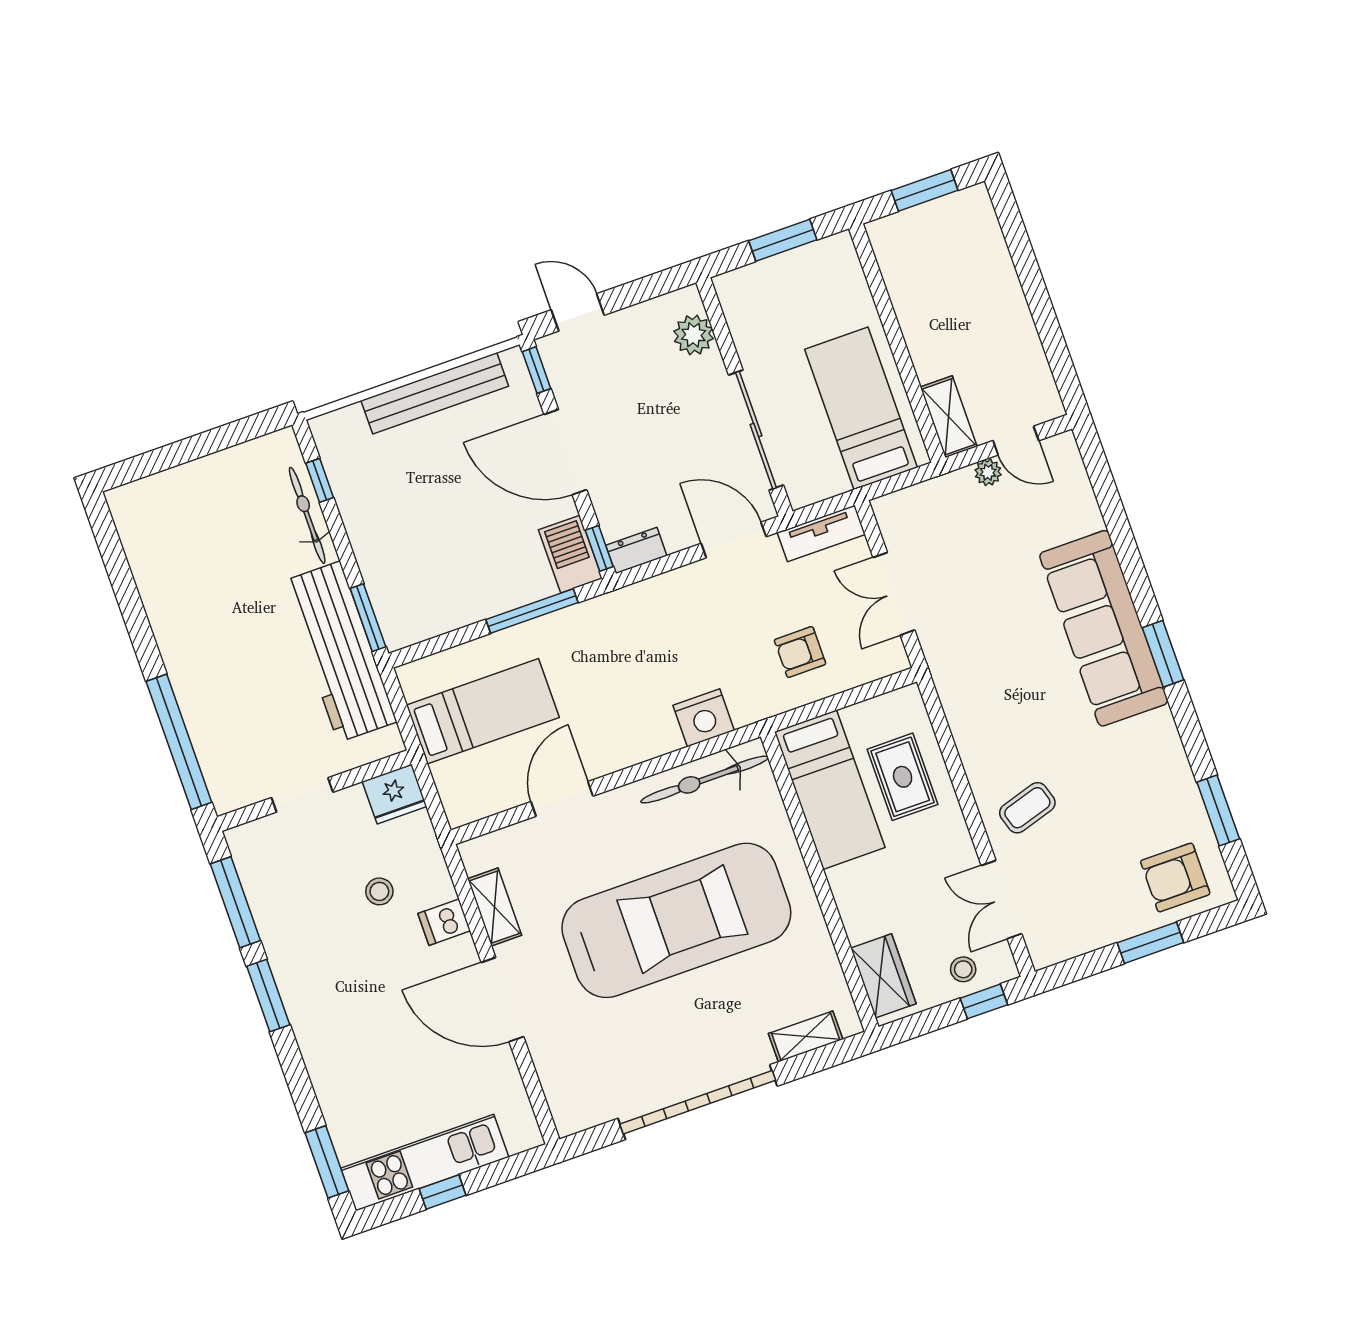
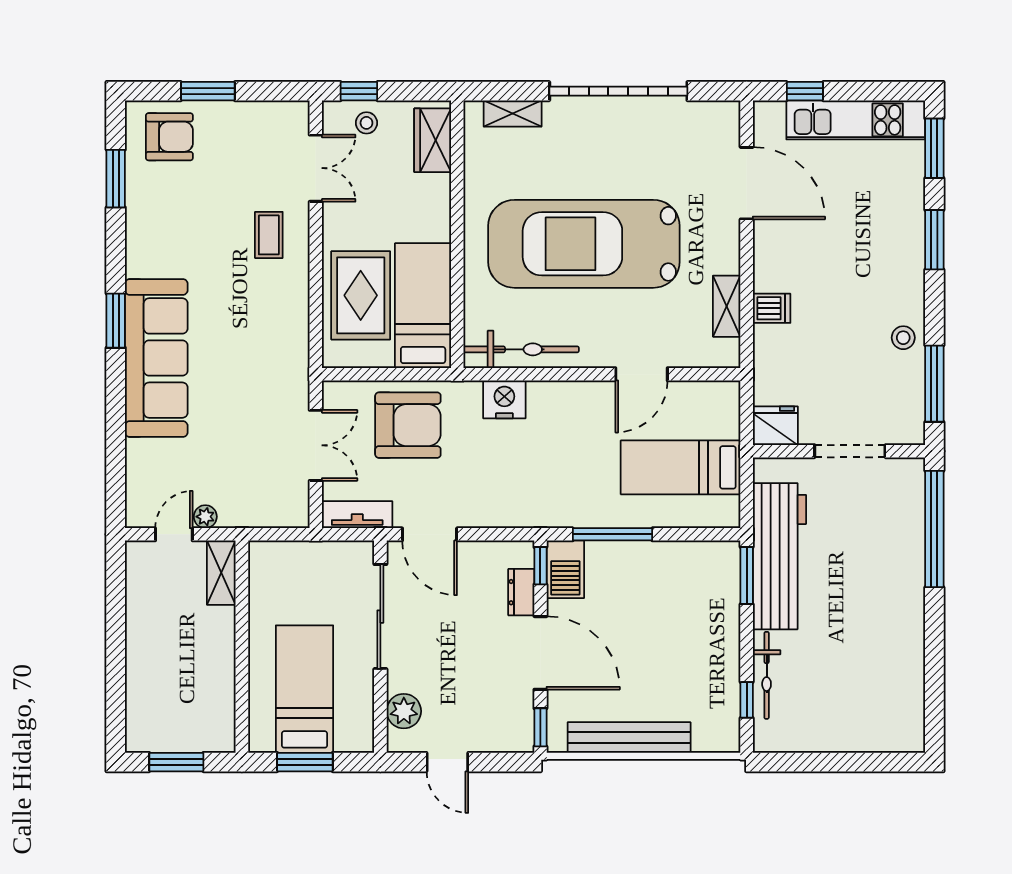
door: (578, 312) -> (447, 762), moved
bed: (861, 408) -> (305, 689), moved, turned 180
door: (1016, 441) -> (174, 534), hinge flipped
dresser: (636, 550) -> (521, 592), moved, turned 90
armchair: (800, 652) -> (408, 425), width x1.88, depth x1.88
rug: (903, 777) -> (361, 295), width x1.36, depth x1.43
doorway: (302, 795) -> (850, 451), width x1.38
coffee table: (1027, 808) -> (269, 235), turned -73
stool: (379, 891) -> (903, 338), moved
window: (268, 996) -> (934, 240), moved
door: (502, 1000) -> (747, 183), moved
window: (442, 1192) -> (805, 91), moved

